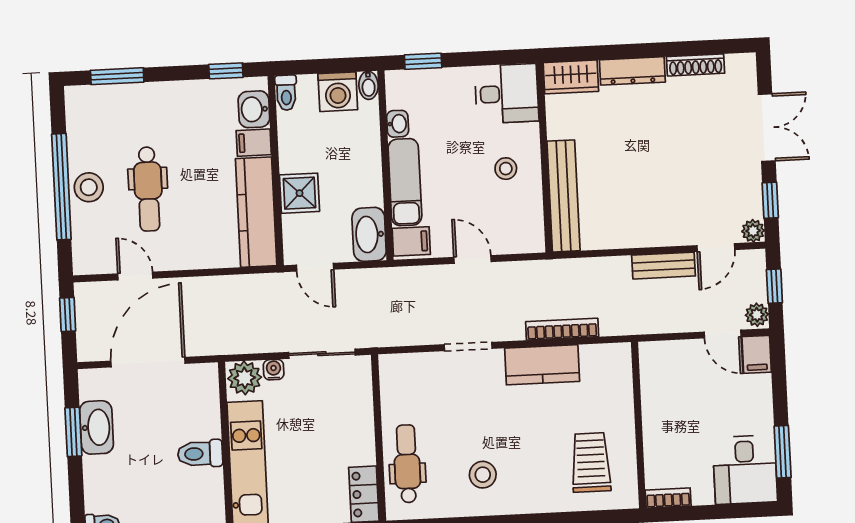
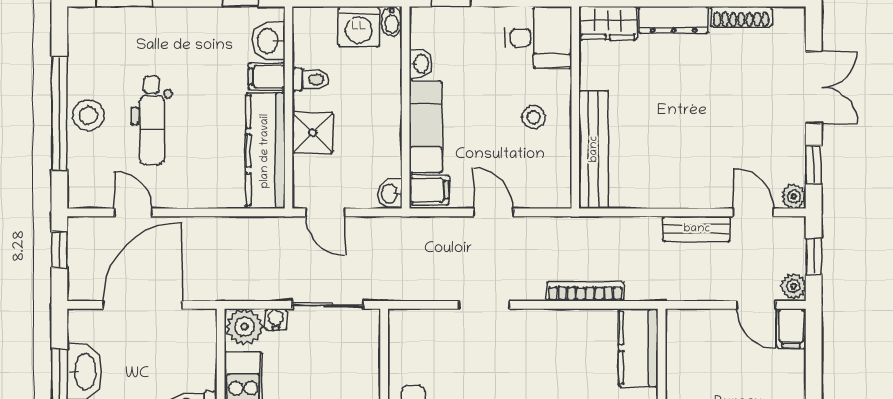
toilet: (286, 93) -> (311, 79), moved, turned -90
washbasin: (369, 234) -> (390, 194), width x0.52, depth x0.69
door: (716, 248) -> (753, 212), swing flipped
kitchen counter: (542, 365) -> (638, 348), moved, turned 90

